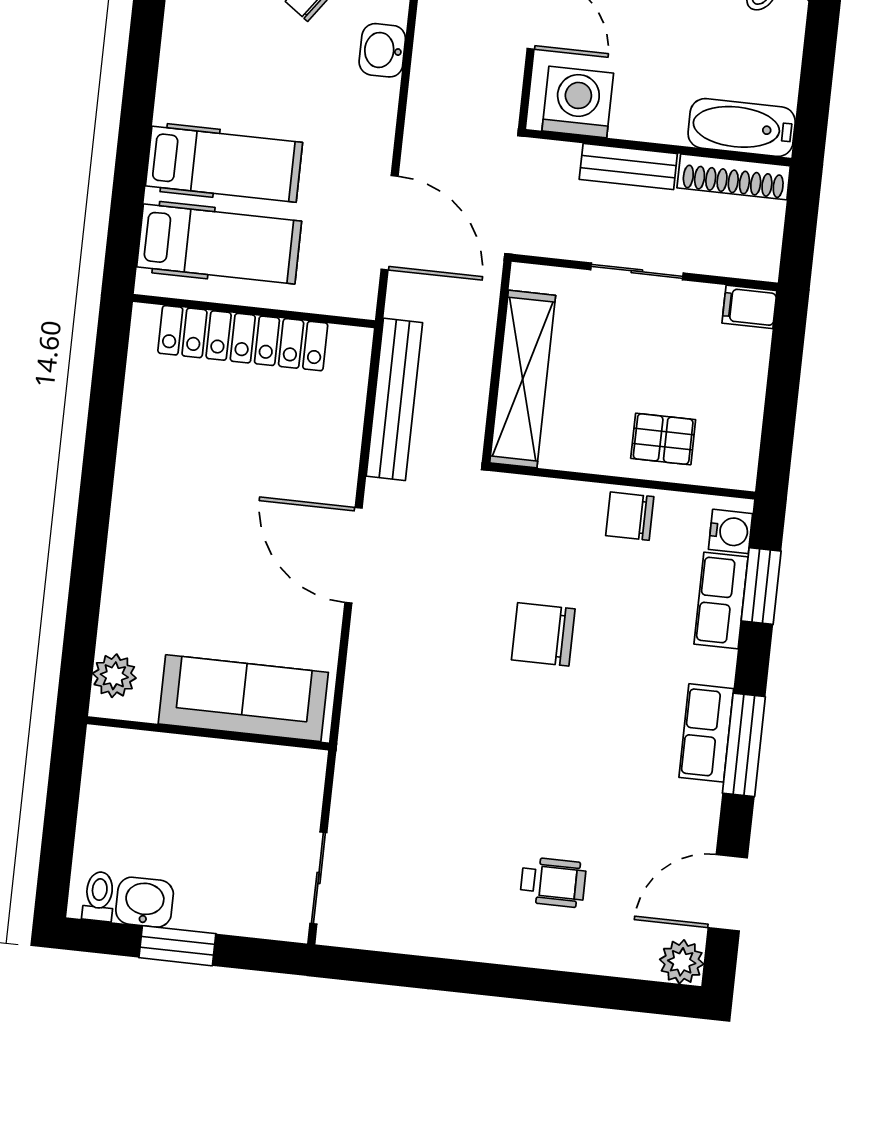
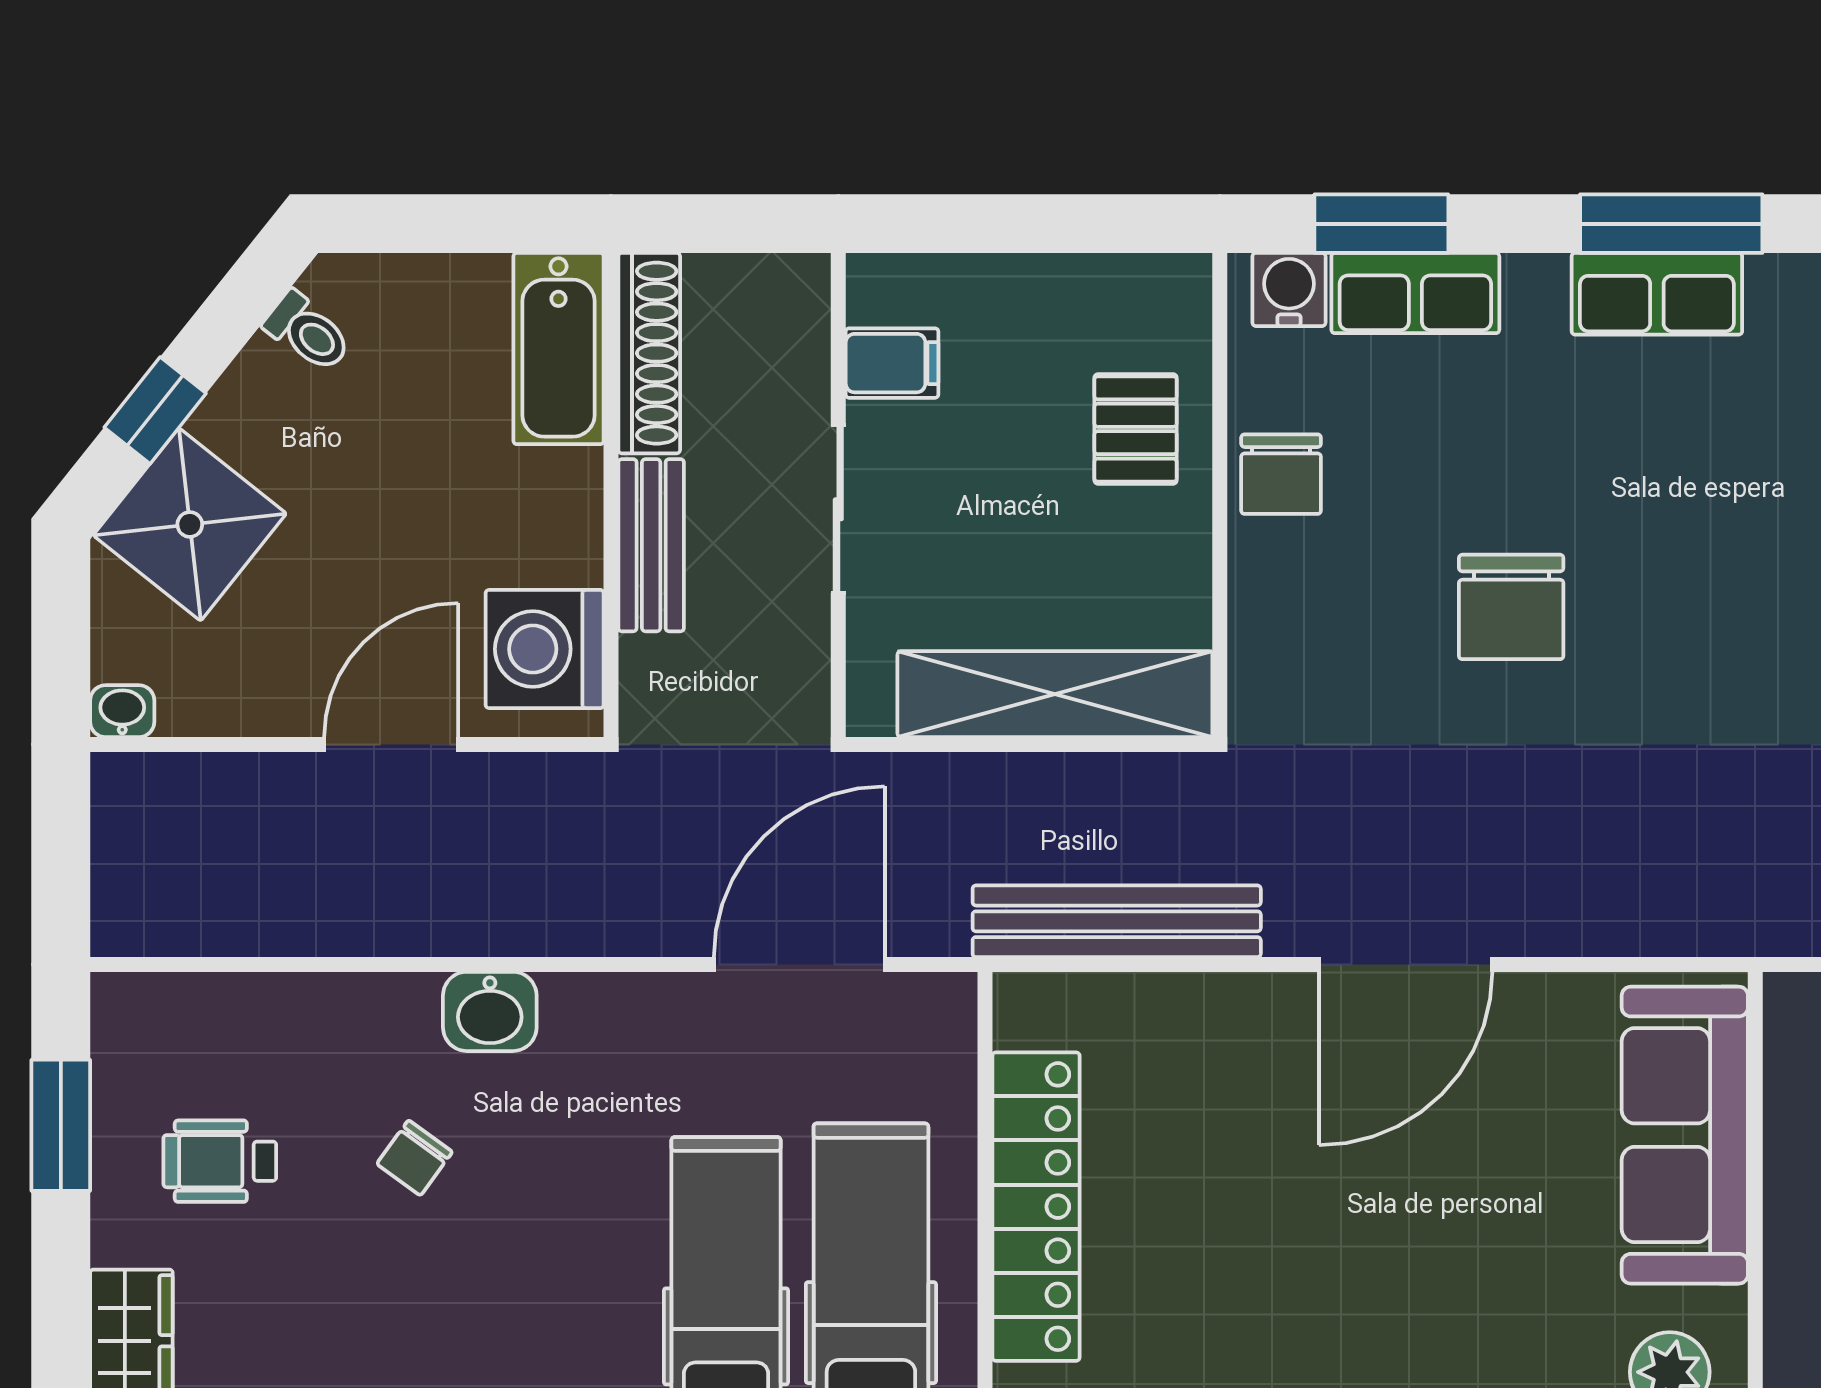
filing cabinet: (749, 307) -> (892, 363), moved, turned -90

